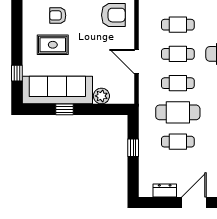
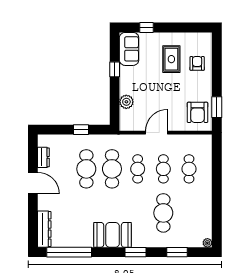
sofa: (57, 90) -> (129, 49), width x0.54, depth x0.79
cafe table: (178, 142) -> (86, 169), width x1.37, depth x1.35

